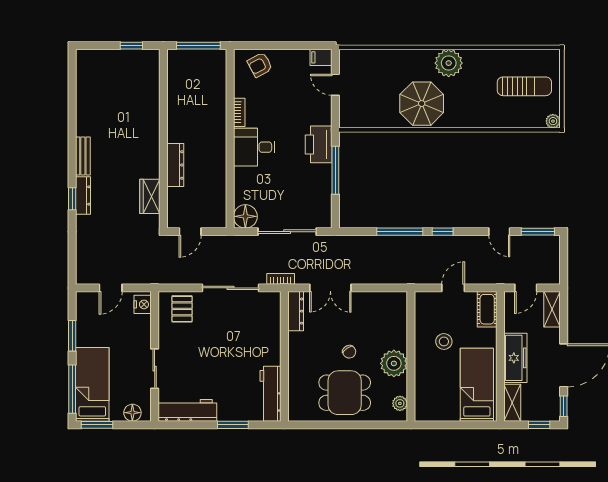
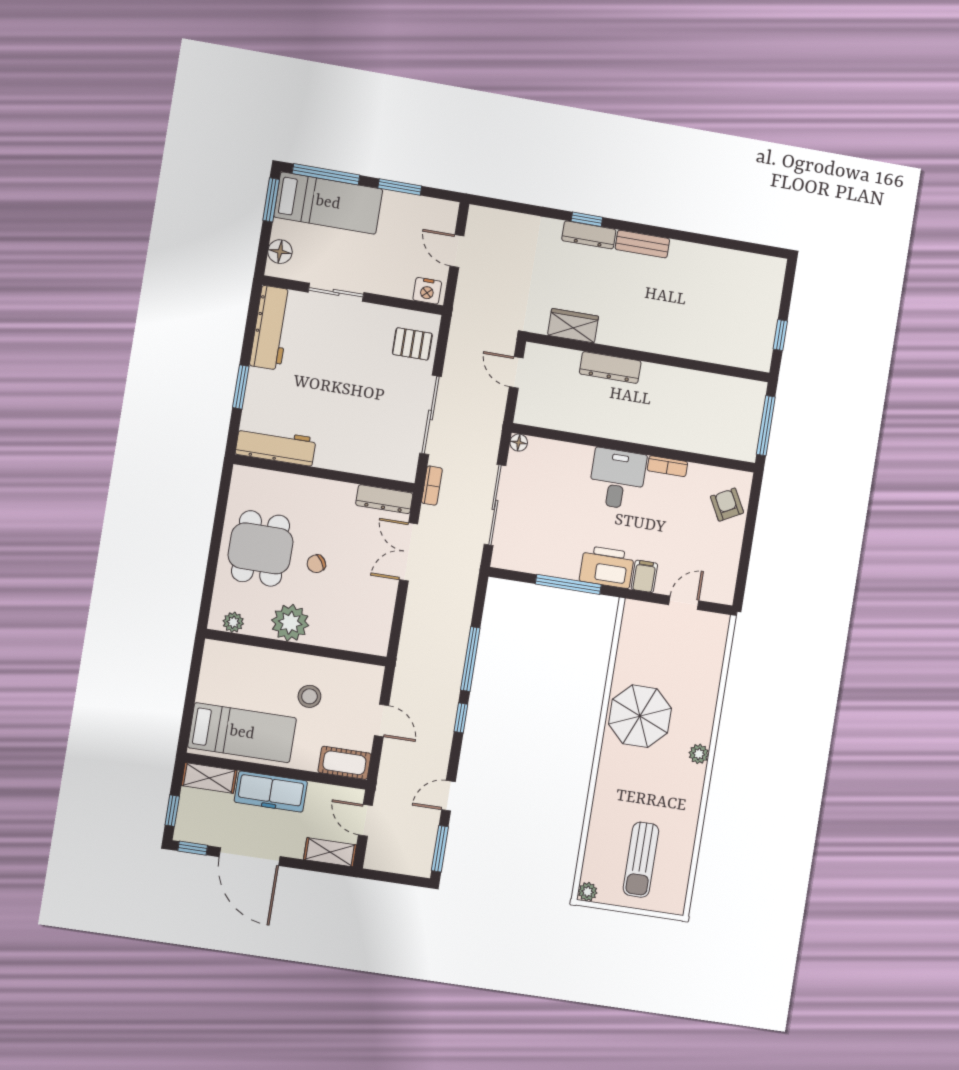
filing cabinet: (321, 57) -> (644, 576), moved
plant: (449, 63) -> (699, 754), width x0.53, depth x0.53
floor lamp: (245, 216) -> (519, 443), width x0.53, depth x0.53

